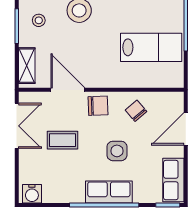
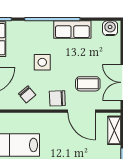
coffee table: (62, 140) -> (88, 84), moved
row of seats: (109, 192) -> (72, 30), moved

